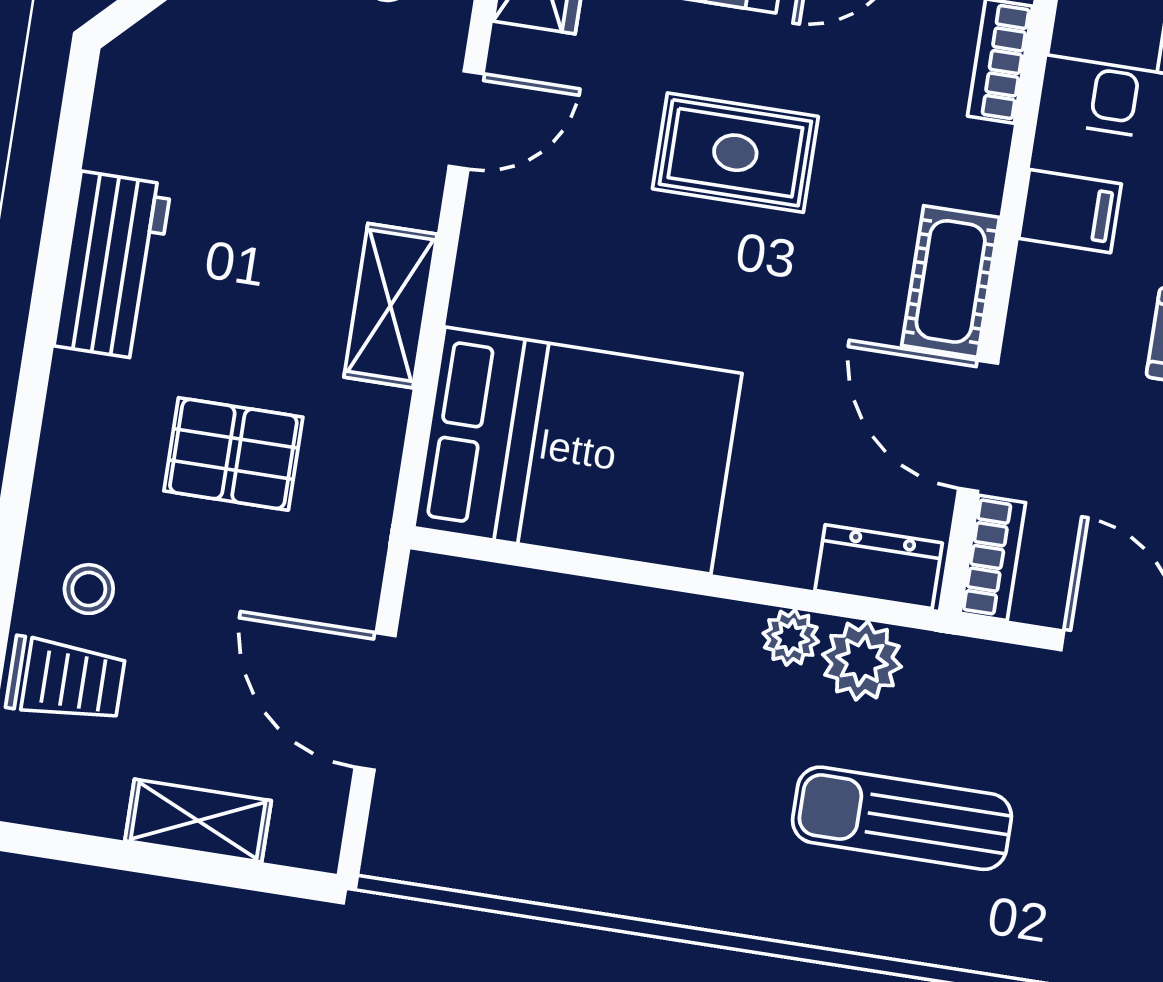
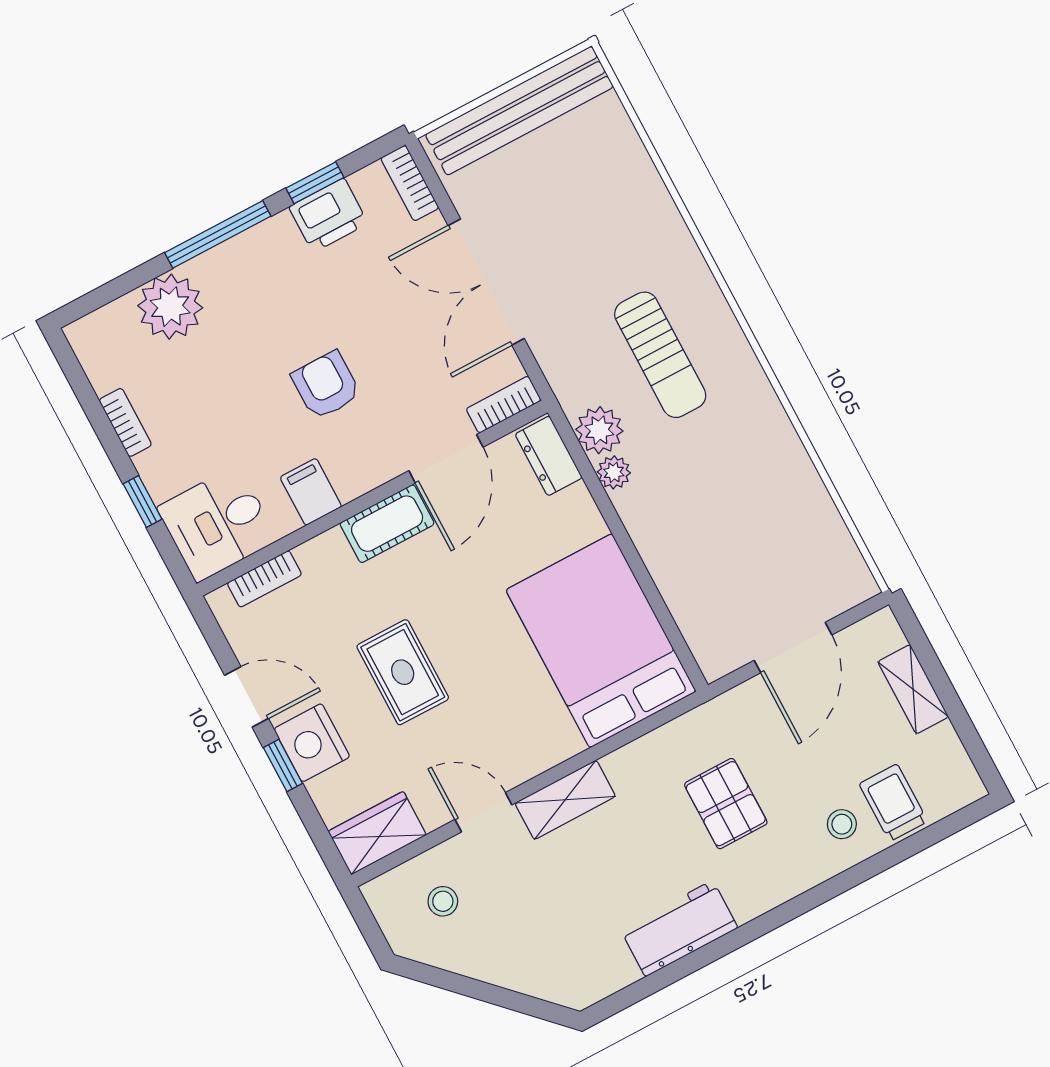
shelving: (390, 306) -> (565, 800), moved

